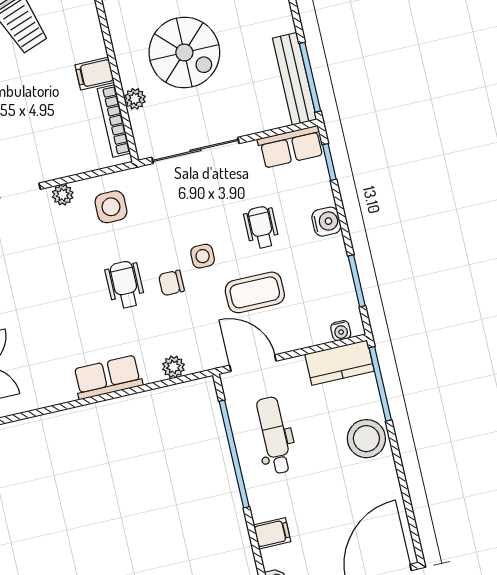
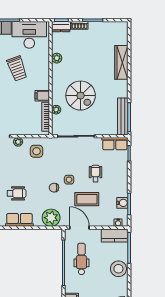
water cooler: (326, 222) -> (122, 203), moved
wheelchair: (125, 285) -> (17, 193), moved, turned 90
plant: (173, 367) -> (51, 218), width x1.88, depth x1.88

